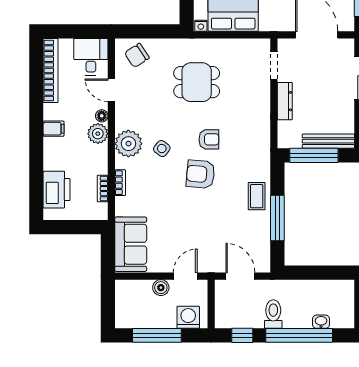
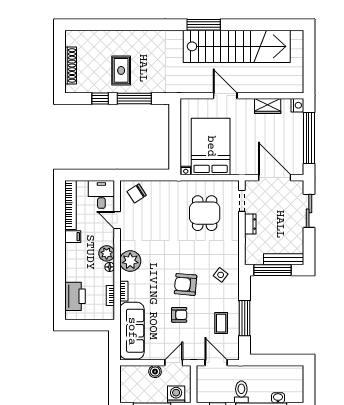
dining table: (197, 82) -> (205, 213), moved, turned 90
dresser: (285, 101) -> (250, 224), width x0.70
floor lamp: (102, 116) -> (110, 267), moved
filing cabinet: (54, 129) -> (73, 237), moved
armchair: (209, 139) -> (179, 315), moved
side table: (162, 149) -> (221, 275), moved
coffee table: (257, 196) -> (221, 323), moved
sofa: (131, 244) -> (132, 331), width x1.36

